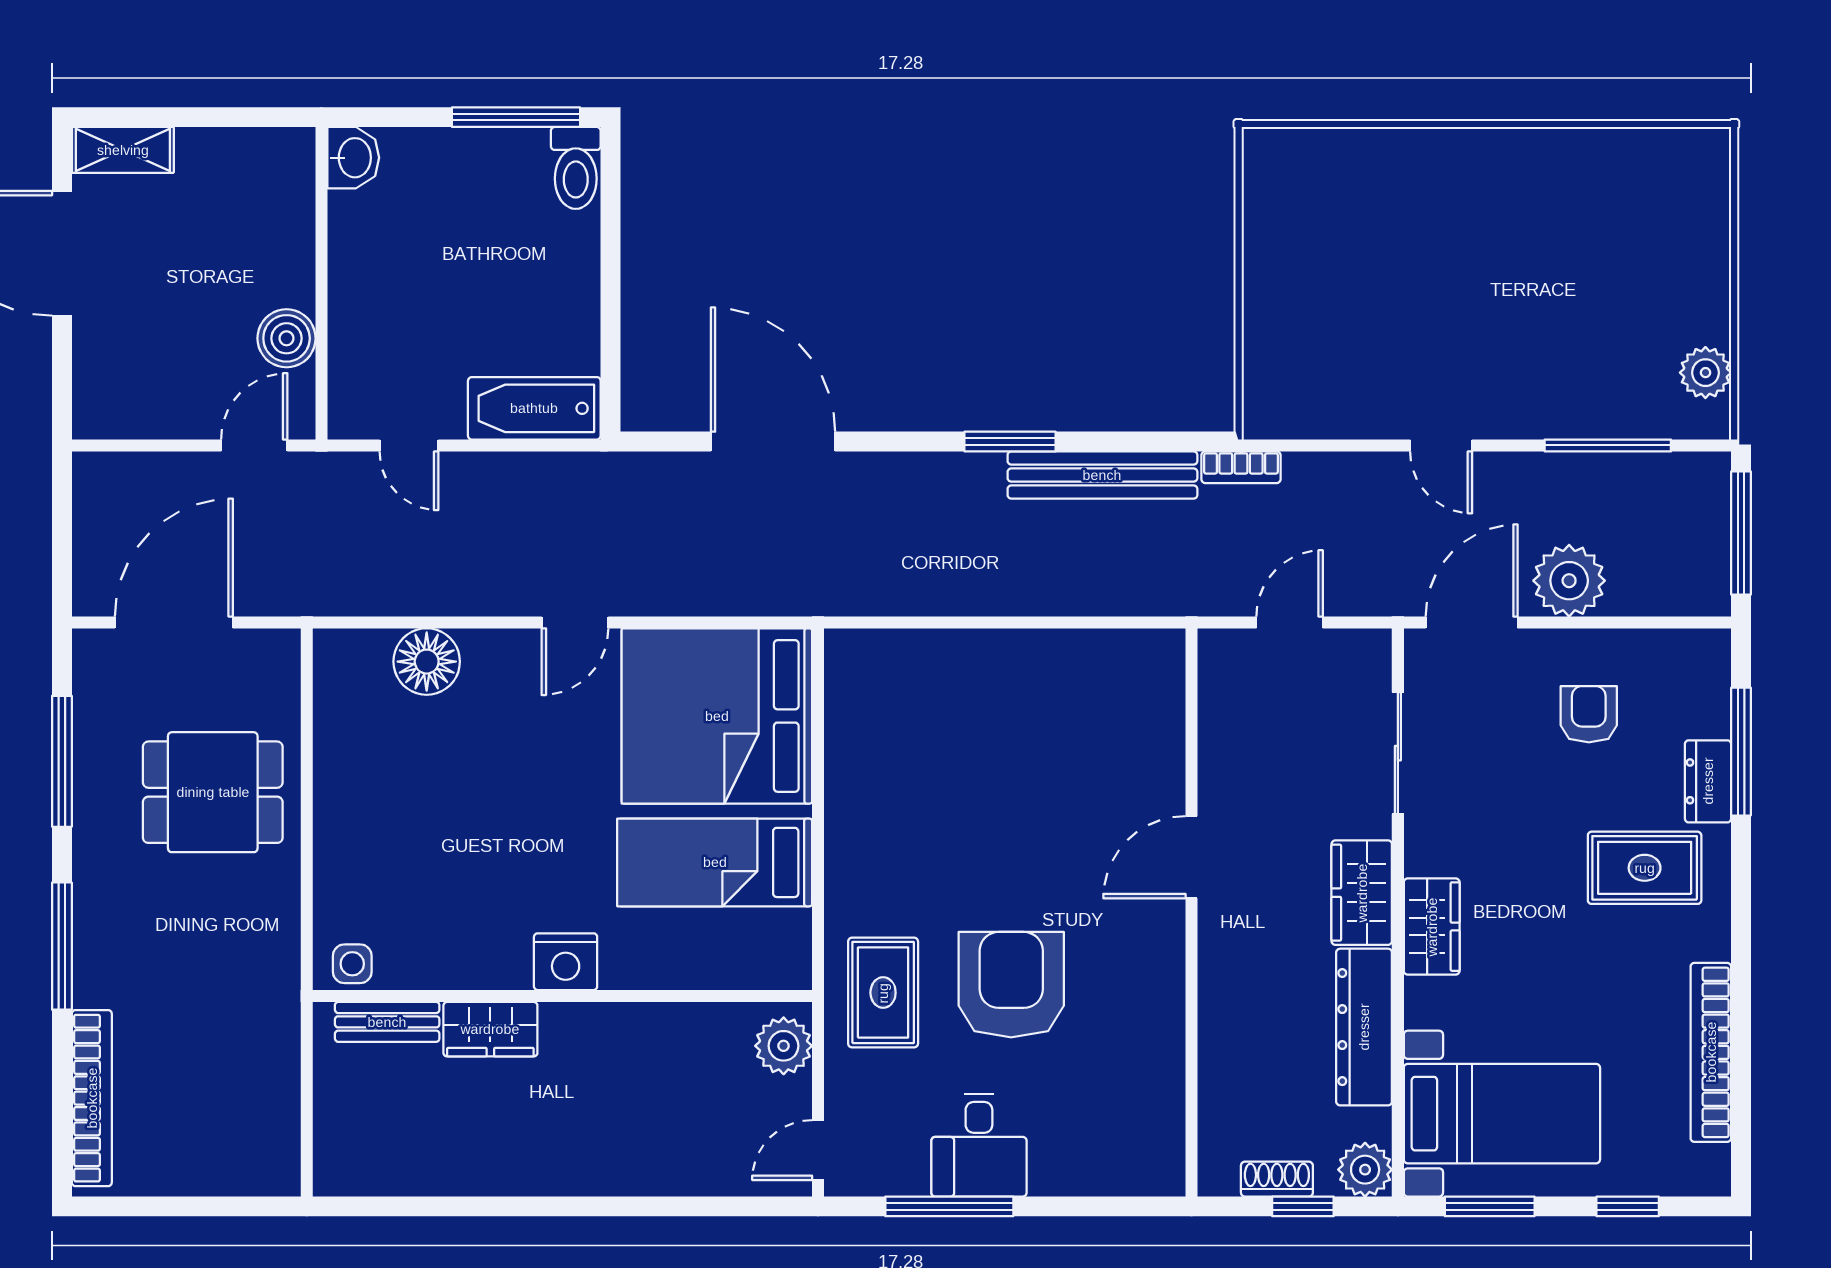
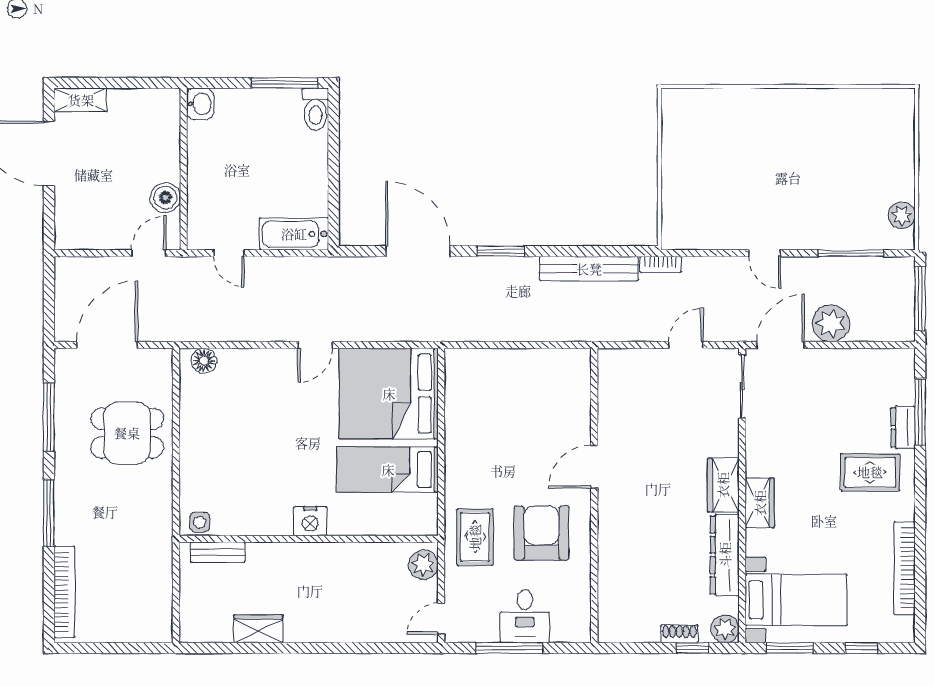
window: (1010, 442) -> (501, 251), moved
floor lamp: (427, 662) -> (204, 361), moved, width x0.73, depth x0.73
armchair: (1589, 714) -> (841, 393), removed
sliding door: (1398, 753) -> (742, 386), moved
door: (1191, 857) -> (594, 467), moved
wall: (1191, 912) -> (594, 496), moved
wardrobe: (490, 1029) -> (258, 629), moved, turned 180

